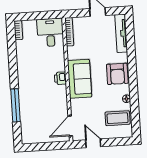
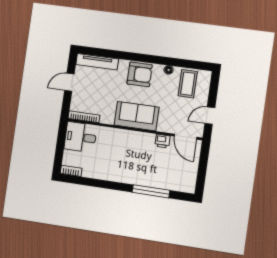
printer: (60, 78) -> (162, 141), moved

